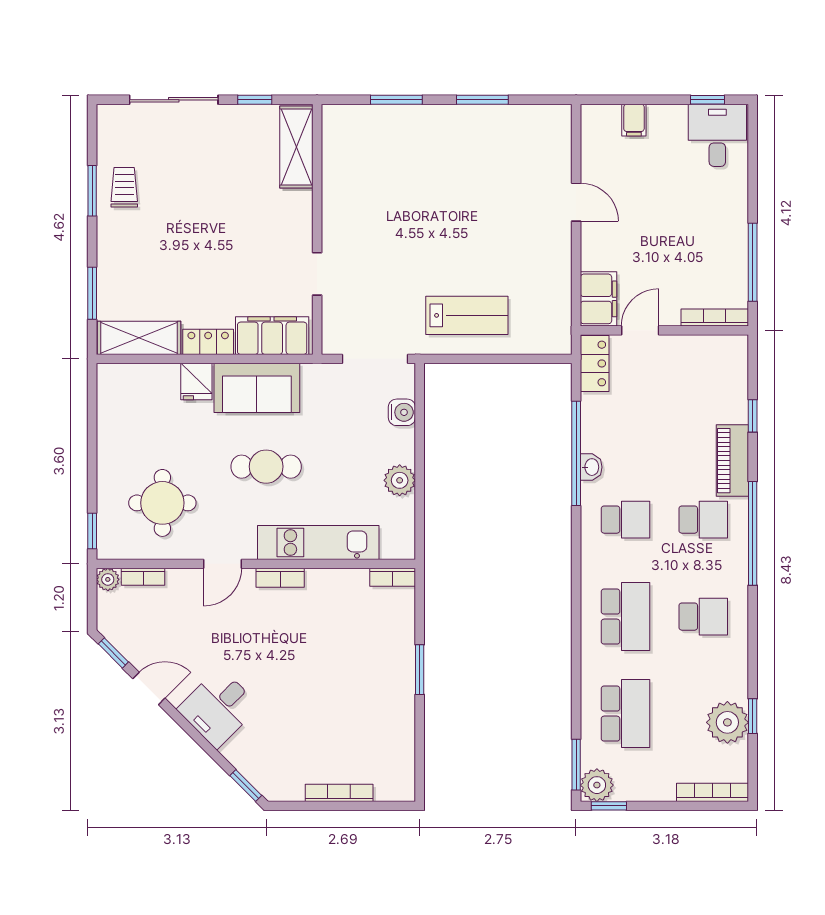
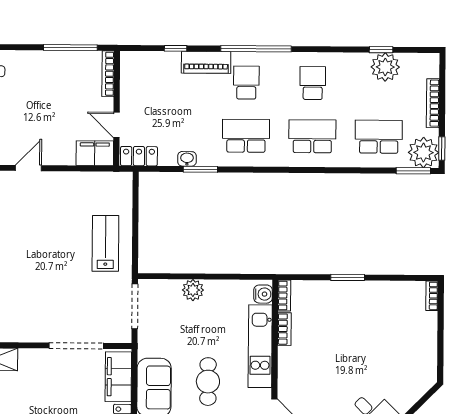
doorway: (317, 274) -> (76, 346), width x1.87
water cooler: (402, 412) -> (263, 294), moved, turned 90
window: (576, 453) -> (200, 169), width x0.47
washbasin: (591, 467) -> (187, 159), moved
plant: (400, 480) -> (193, 290), moved
school desk: (626, 520) -> (246, 136), width x1.85
bookcase: (280, 578) -> (284, 329), moved
window: (246, 785) -> (426, 397), removed
plant: (597, 785) -> (423, 153), width x1.36, depth x1.36
bookcase: (712, 792) -> (433, 103), moved
bookcase: (339, 793) -> (432, 296), moved, width x0.64

